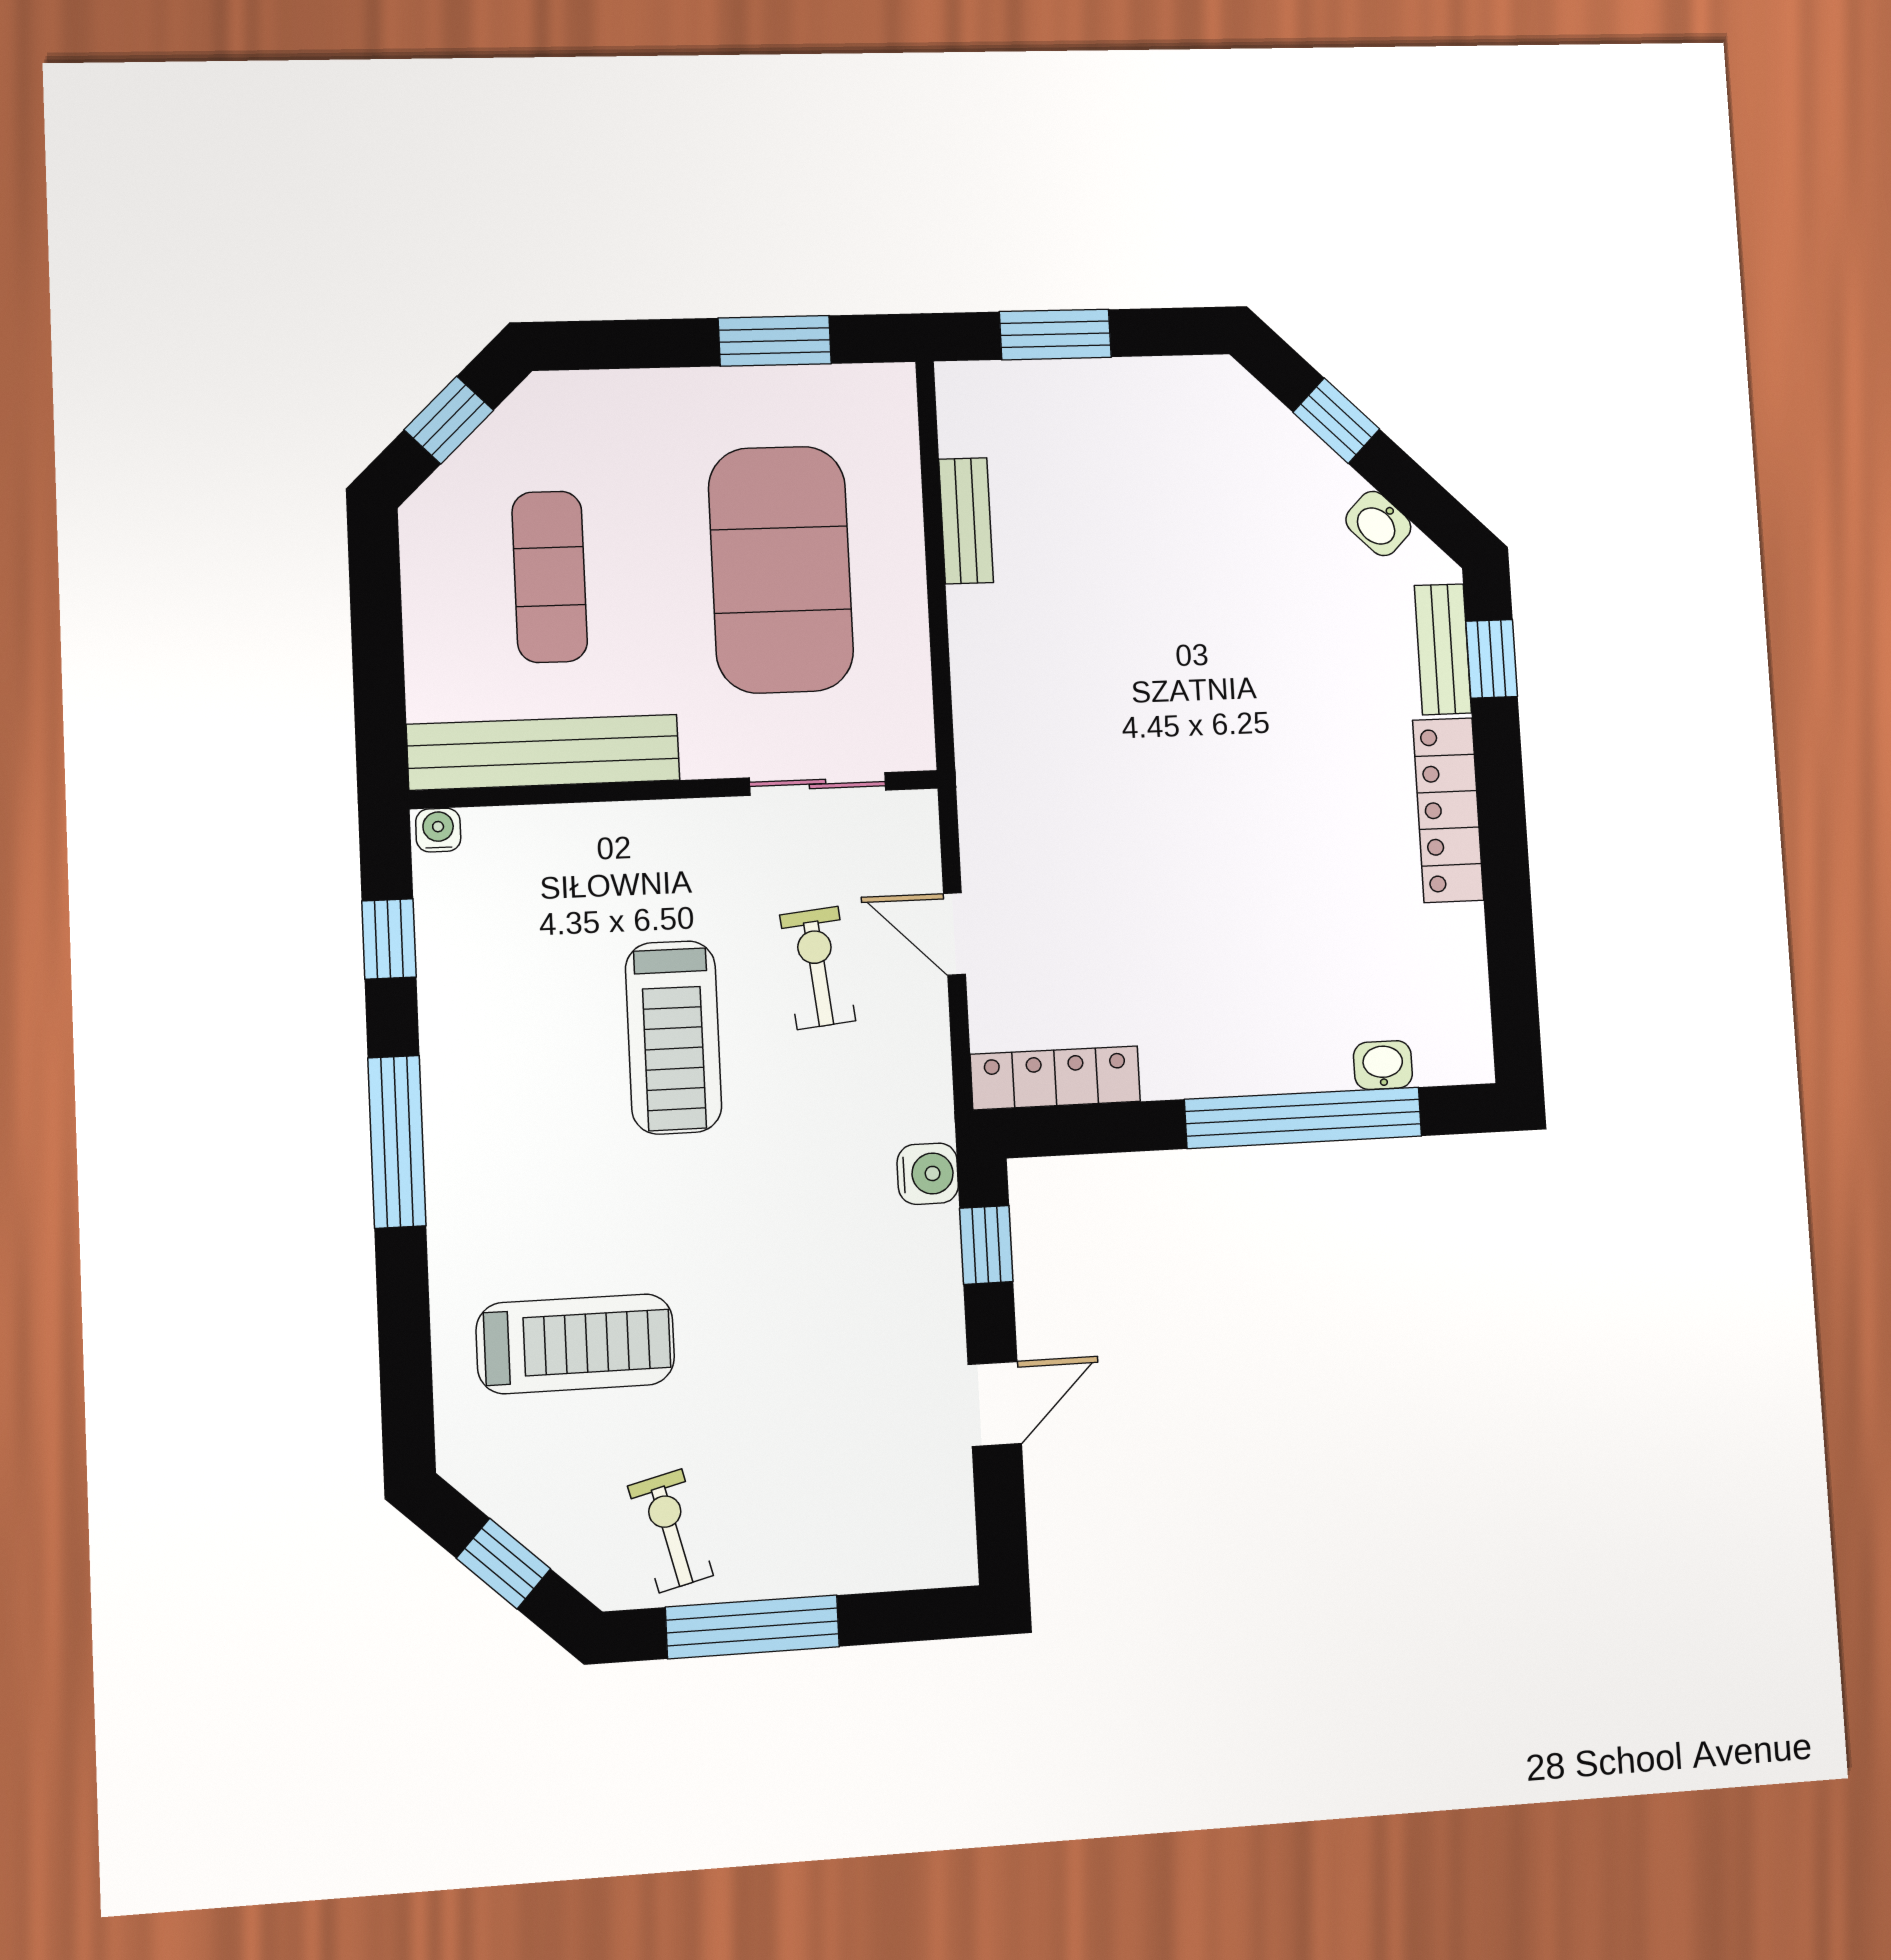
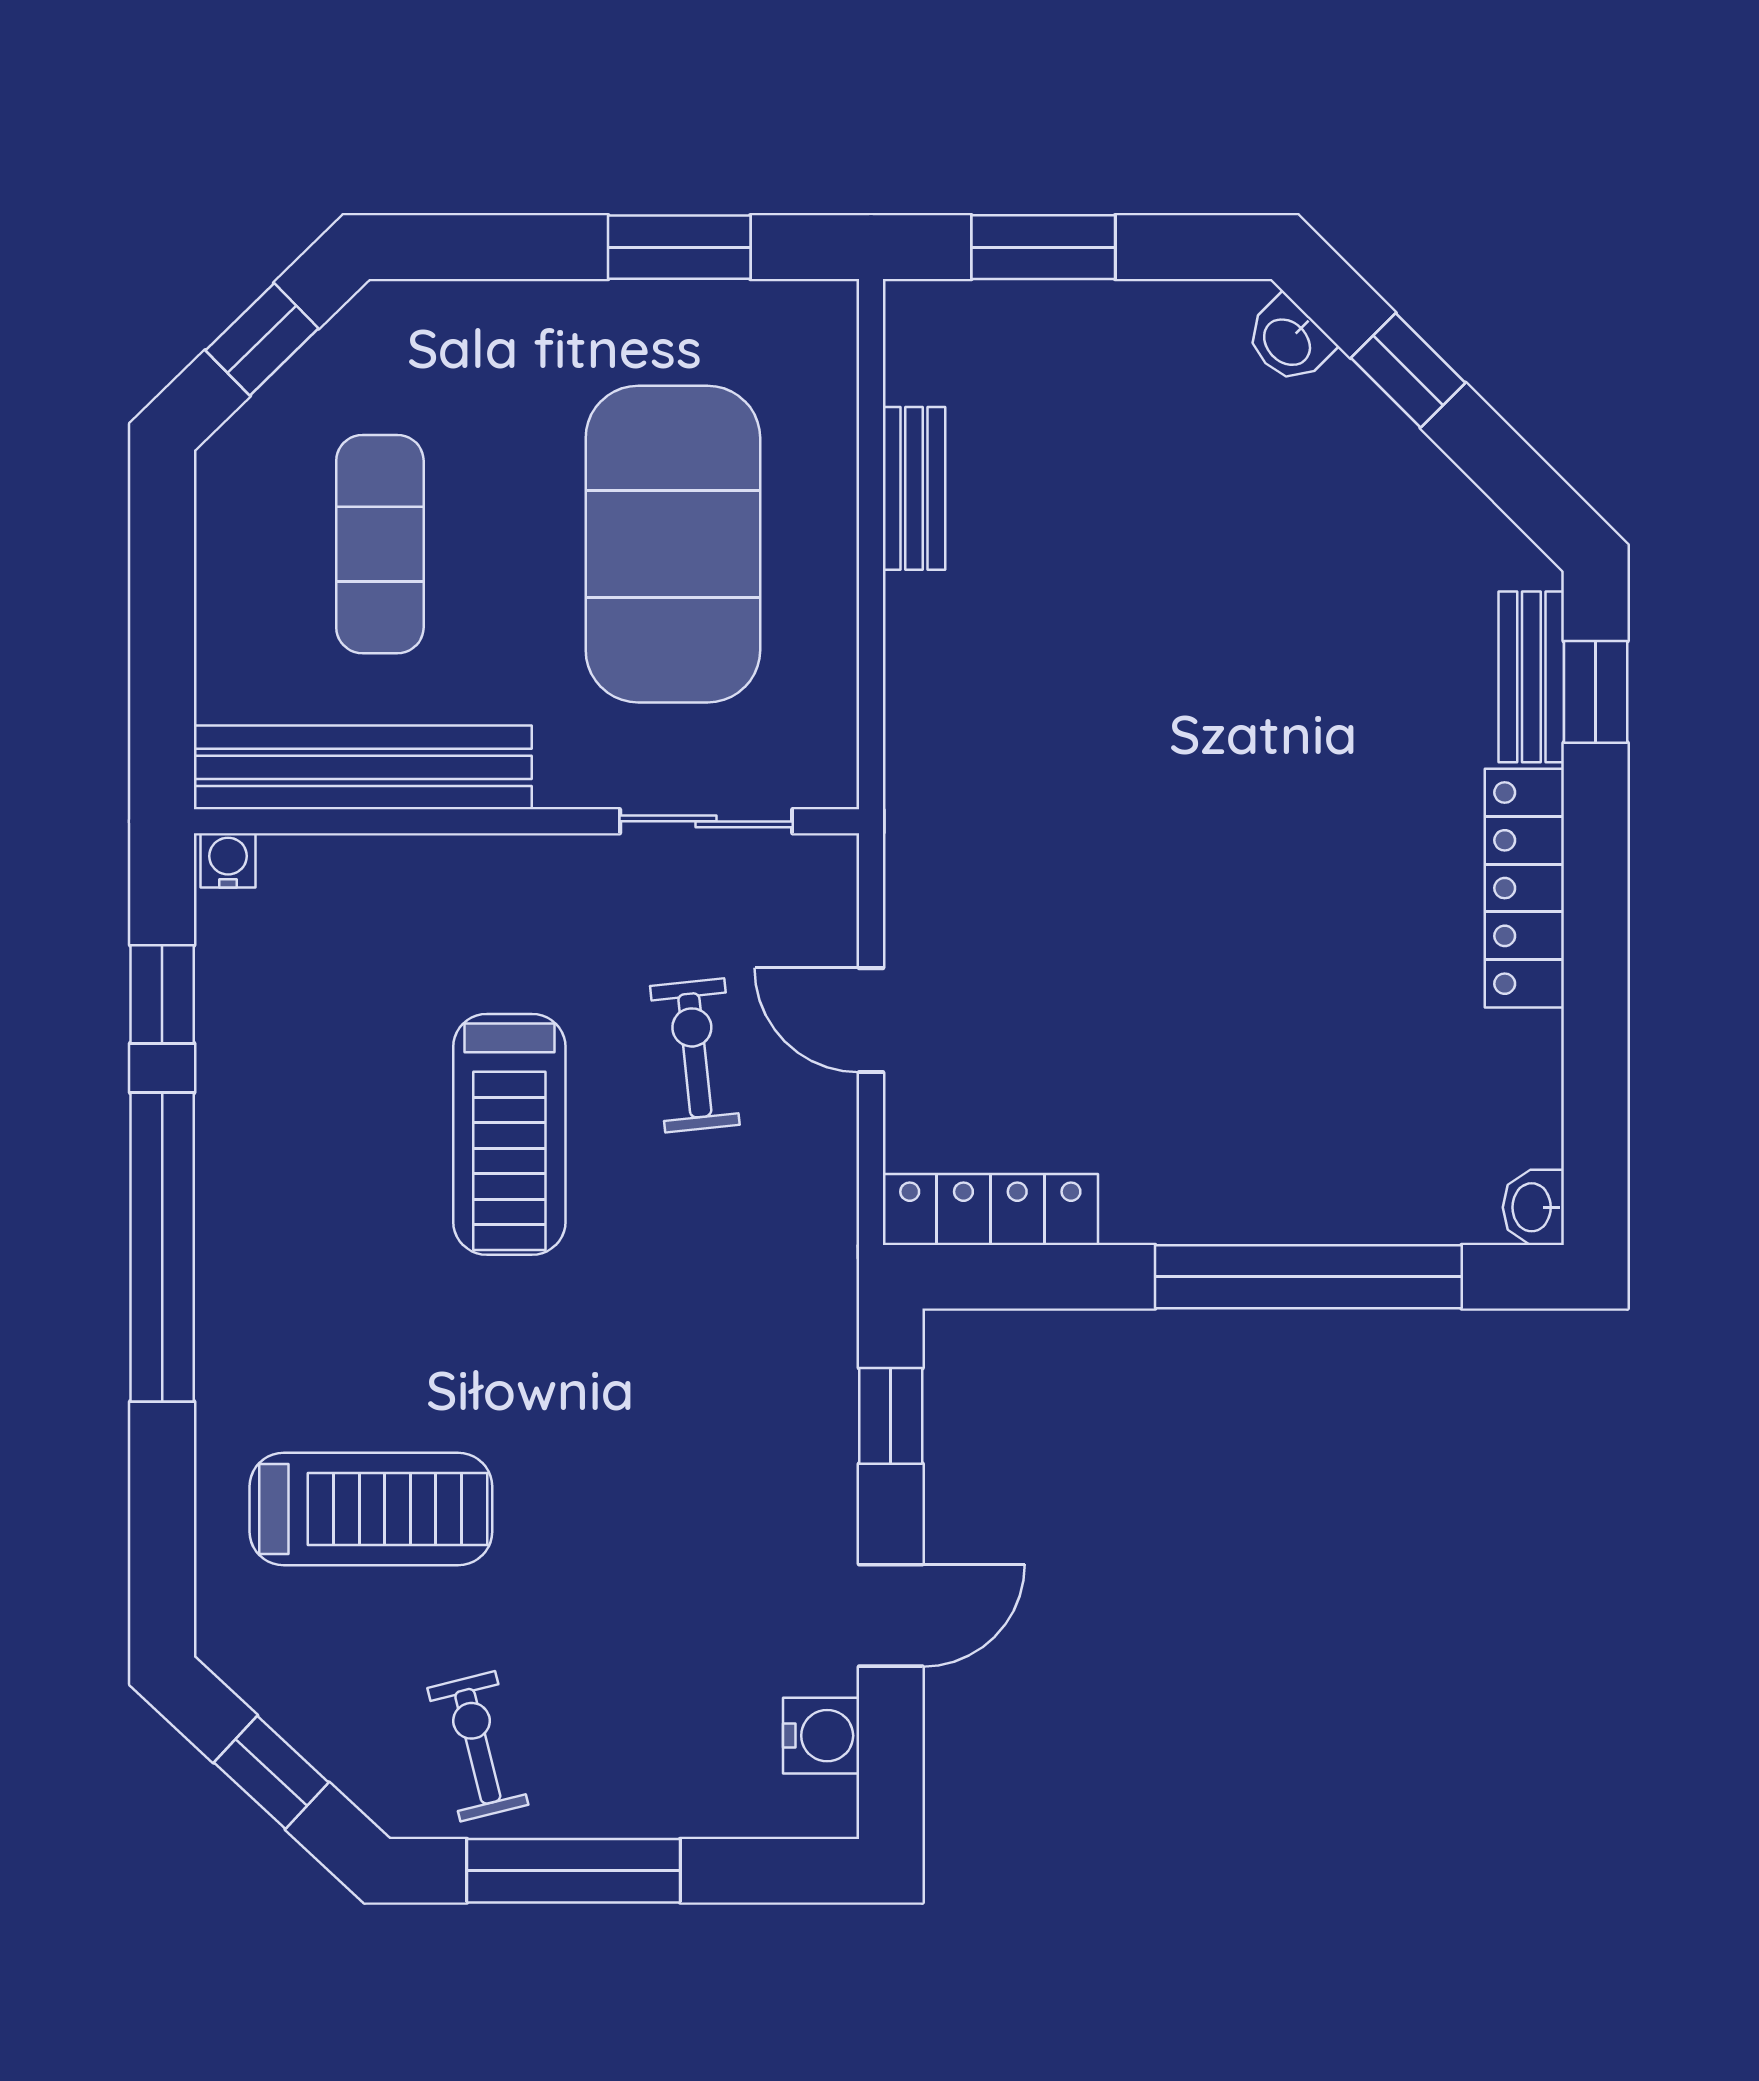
washbasin: (1378, 524) -> (1288, 341), moved
washbasin: (1383, 1065) -> (1533, 1207), moved, turned -90
window: (397, 1142) -> (162, 1247), width x1.46
water cooler: (928, 1174) -> (821, 1736), moved

